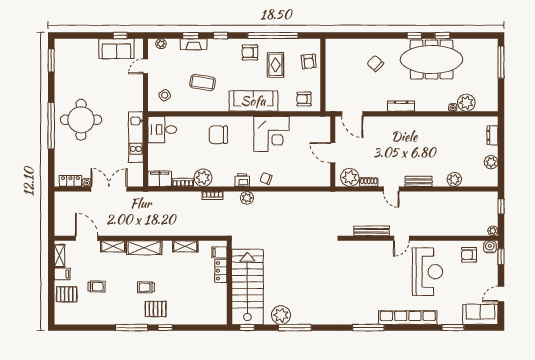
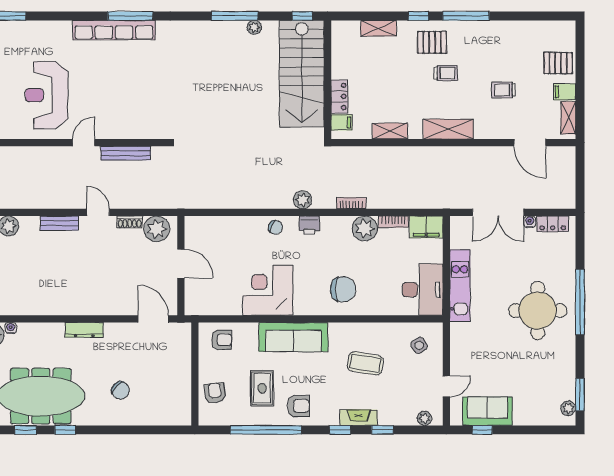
fireplace: (194, 44) -> (359, 418), moved
plant: (60, 51) -> (568, 408), added
desk: (162, 130) -> (423, 290), width x1.37
shelving: (113, 246) -> (379, 28), moved
trolley: (97, 287) -> (504, 90), moved
plant: (281, 315) -> (254, 27), width x0.53, depth x0.53
row of seats: (408, 318) -> (114, 30), moved

